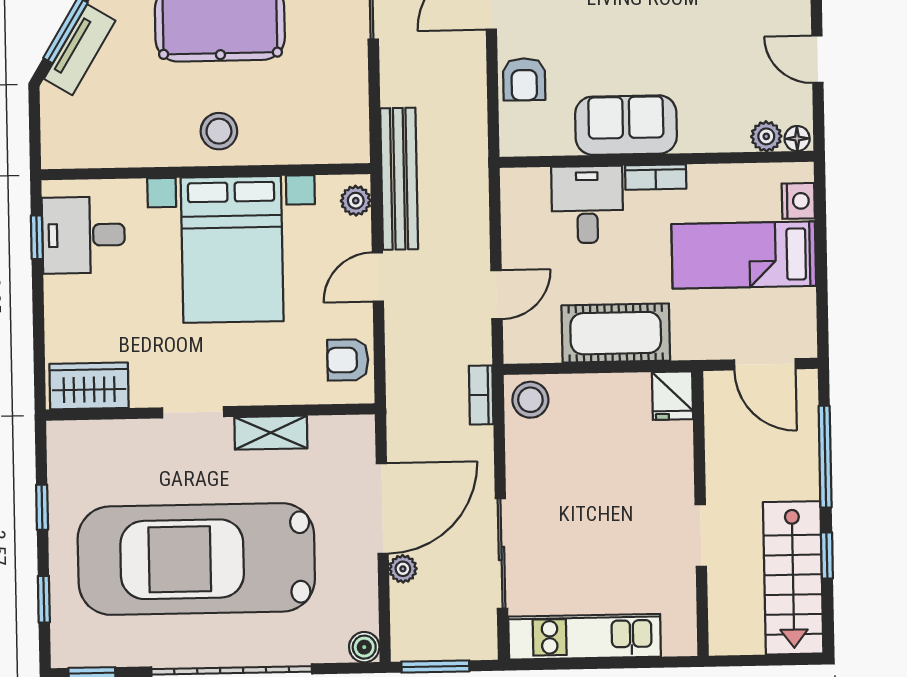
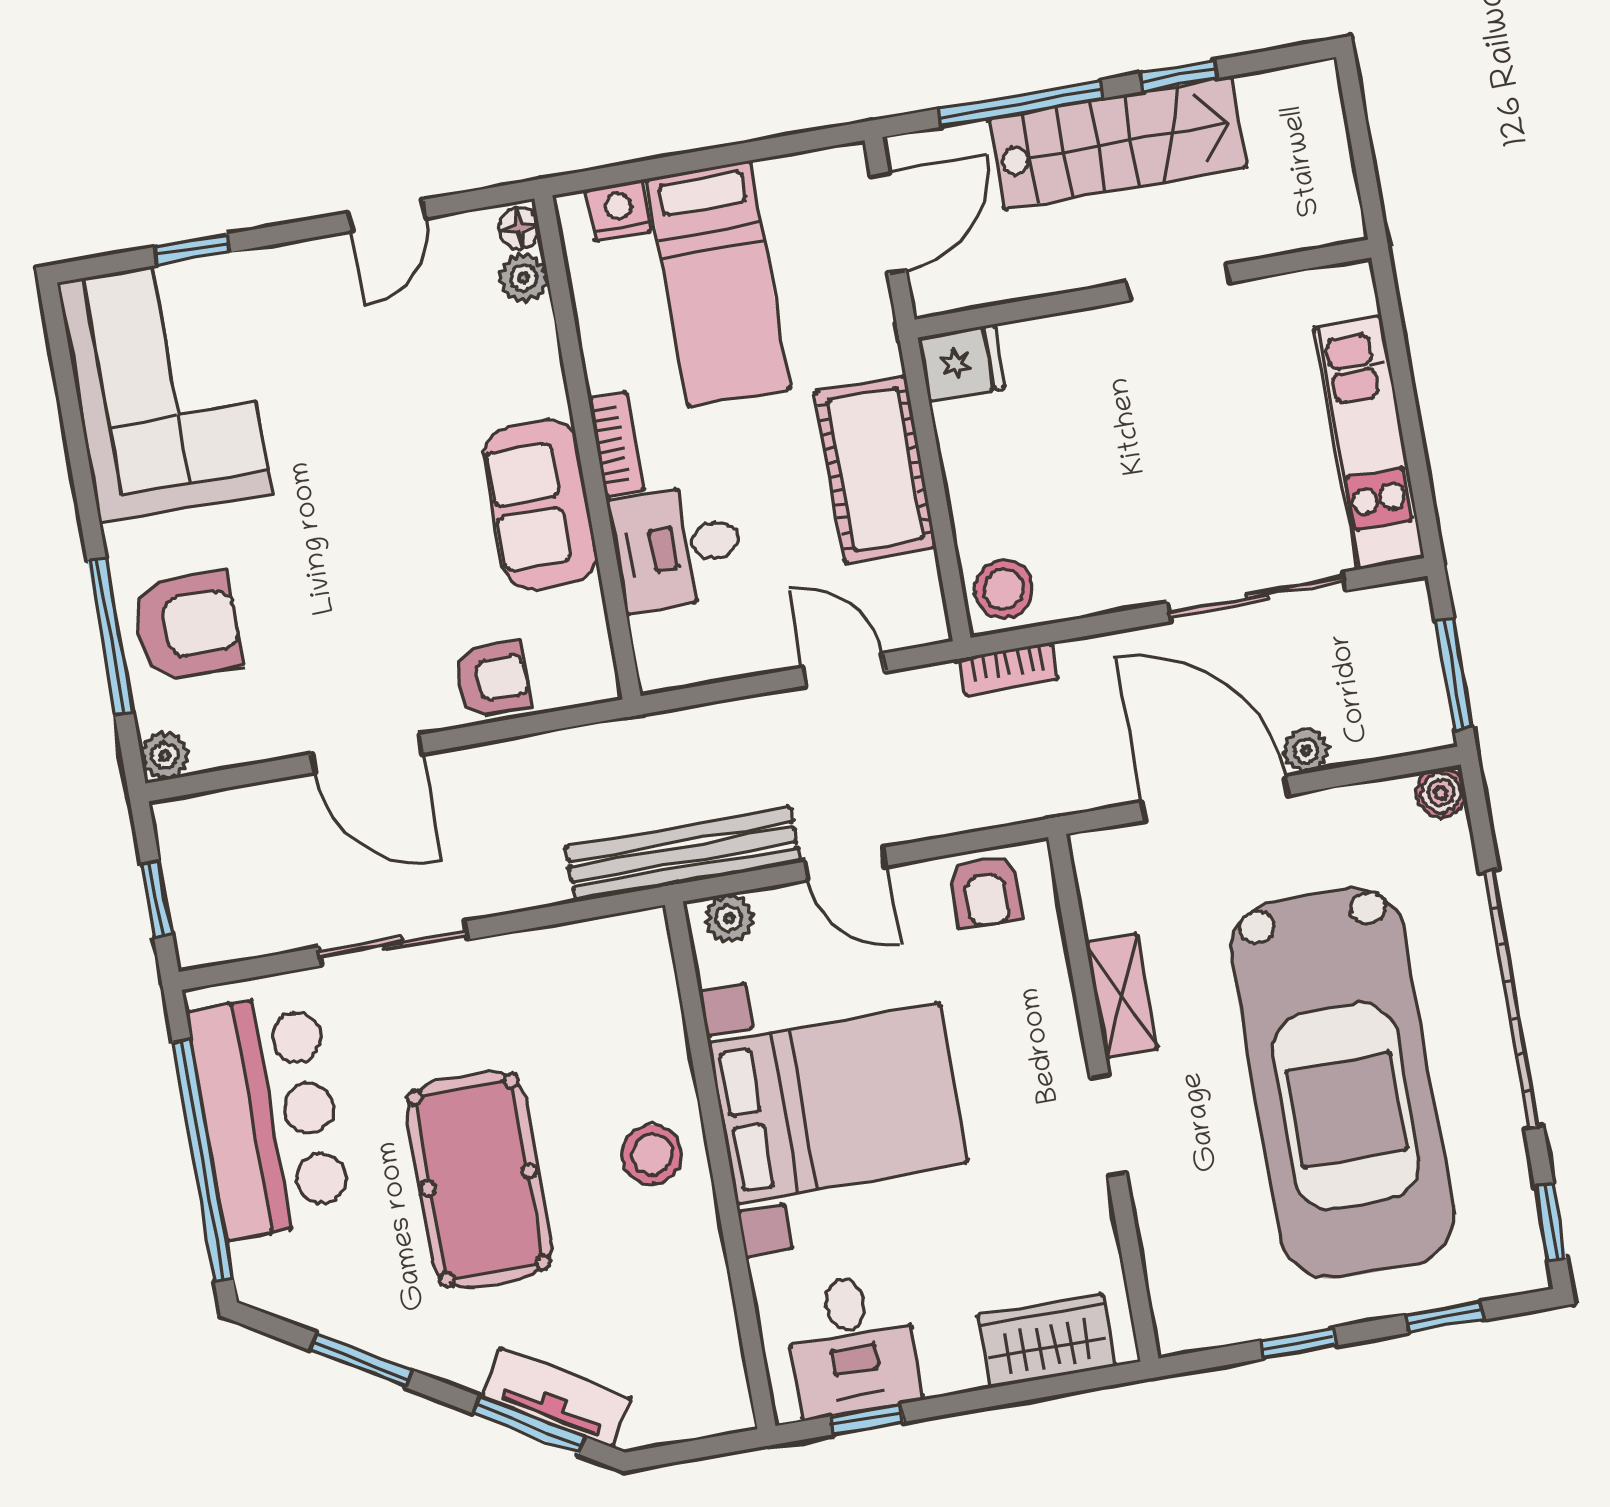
wardrobe: (89, 386) -> (1046, 1341), moved, turned 90
stairs: (793, 578) -> (1117, 143), moved

